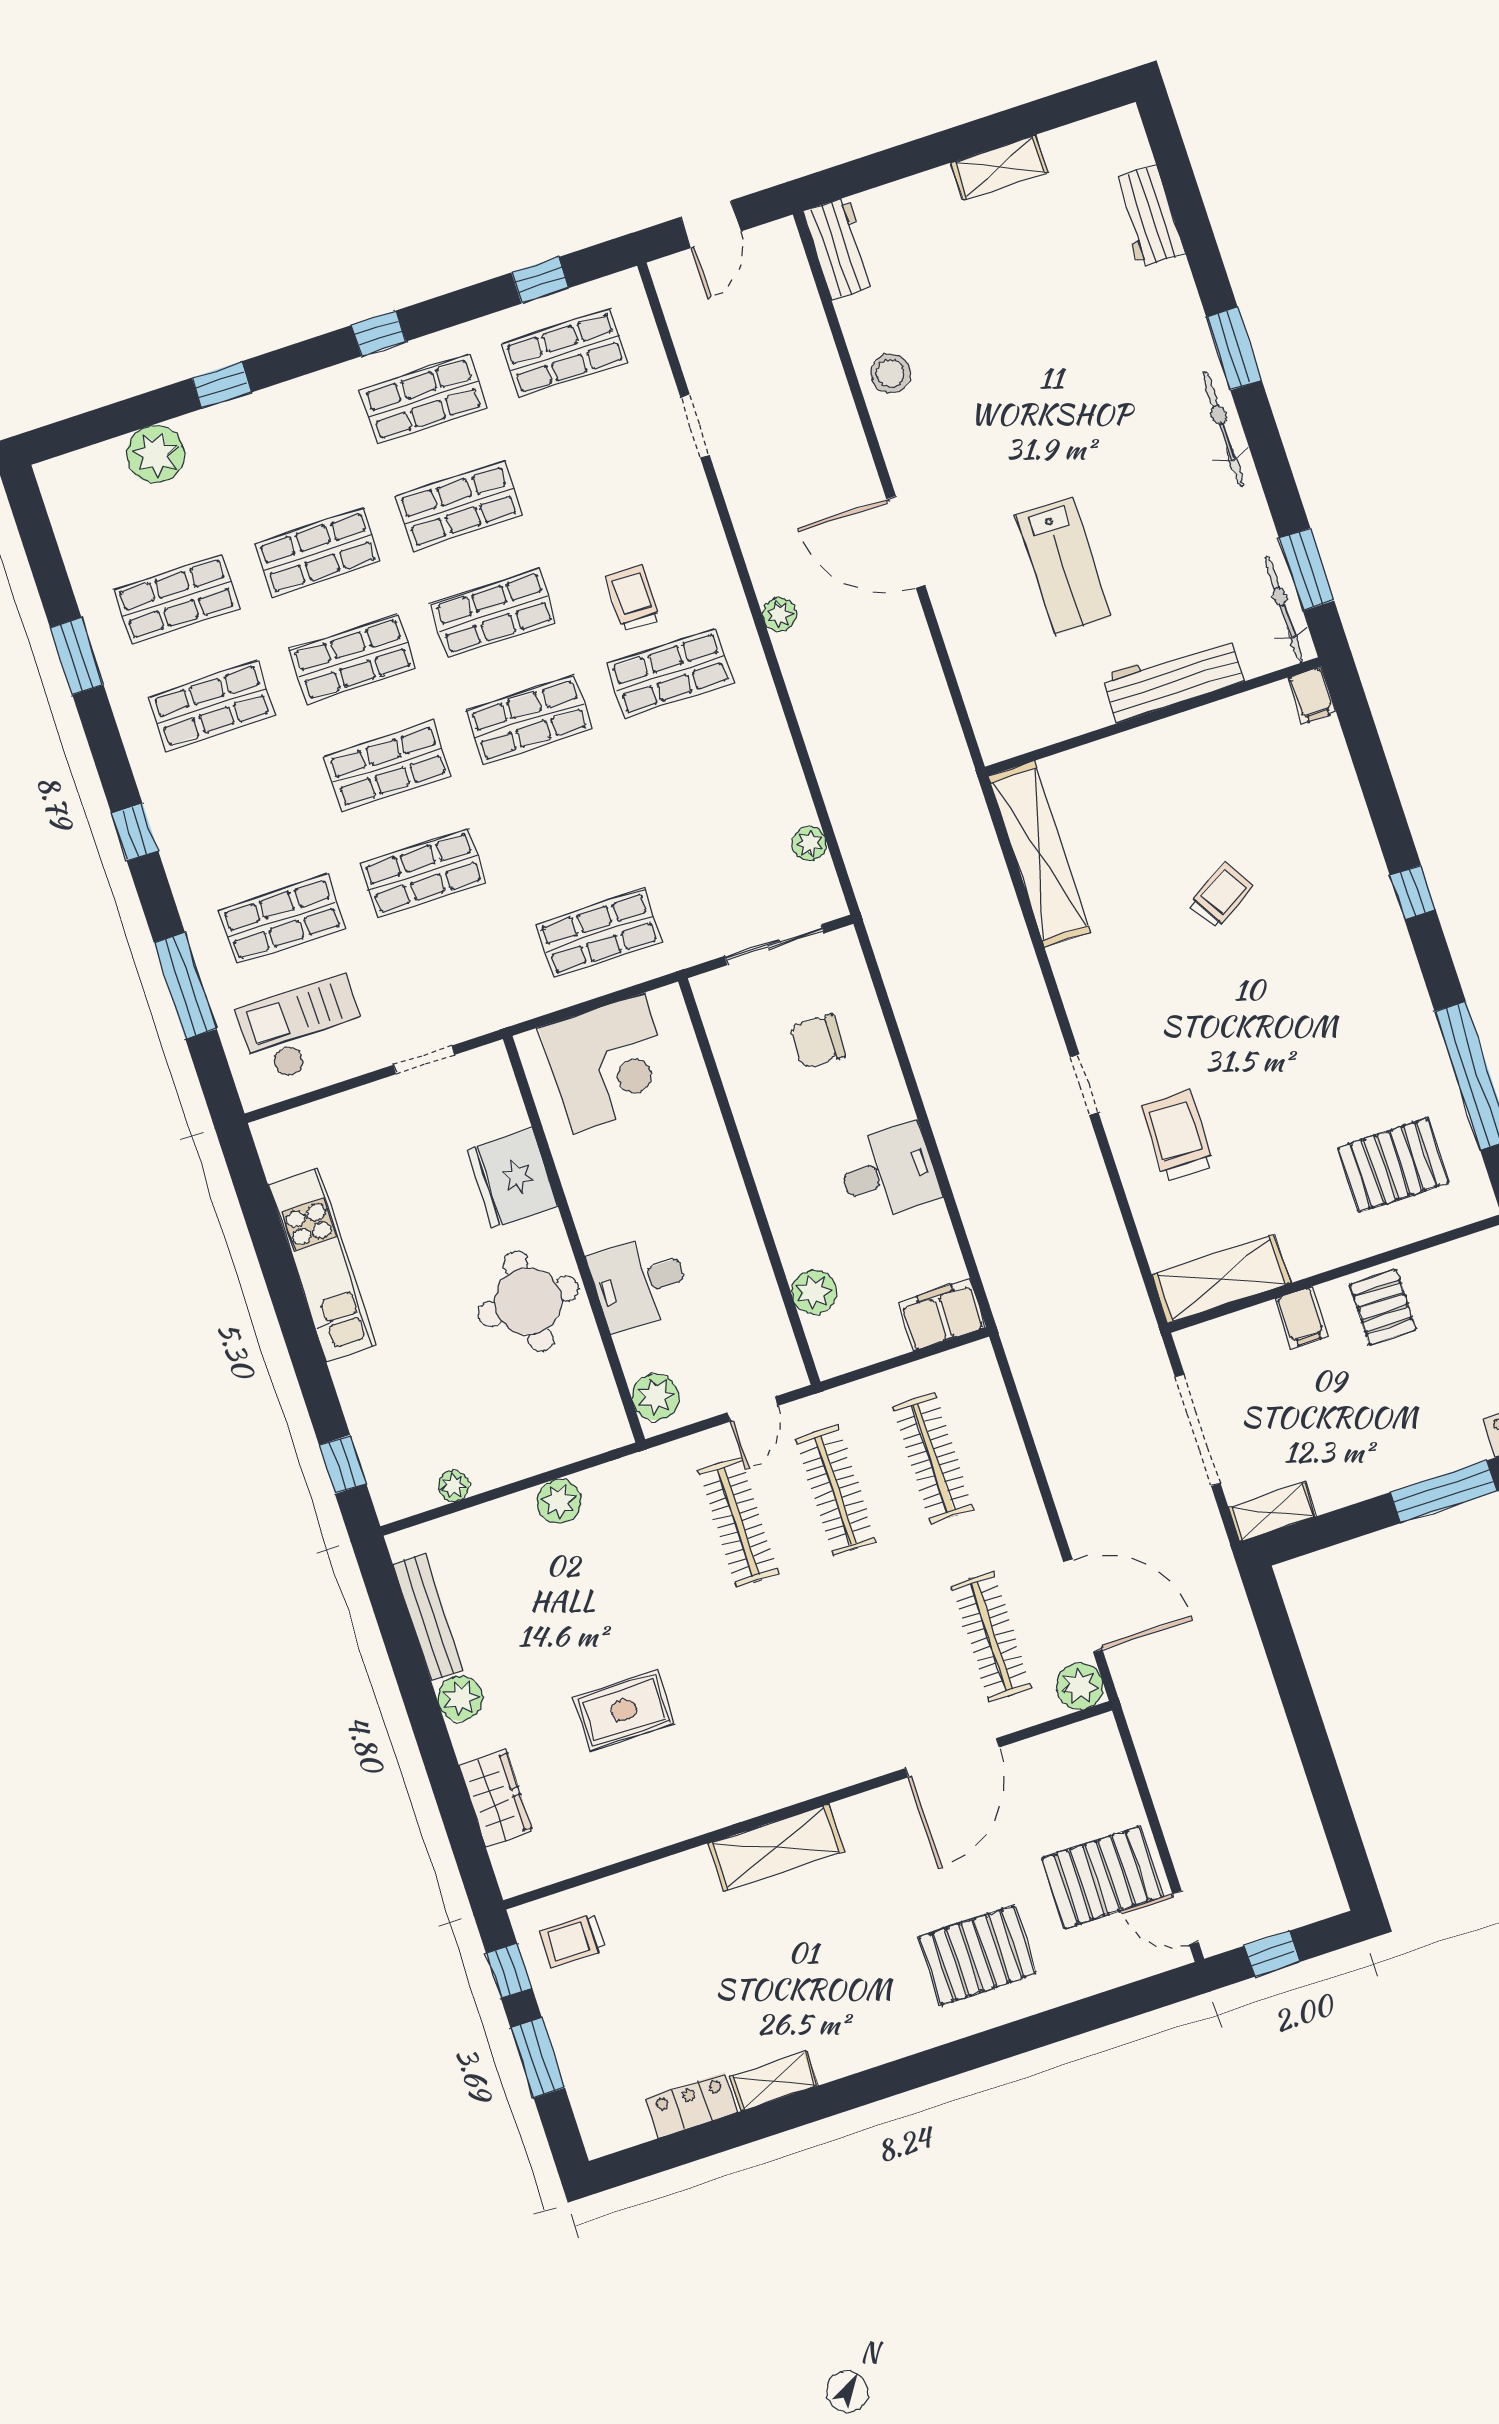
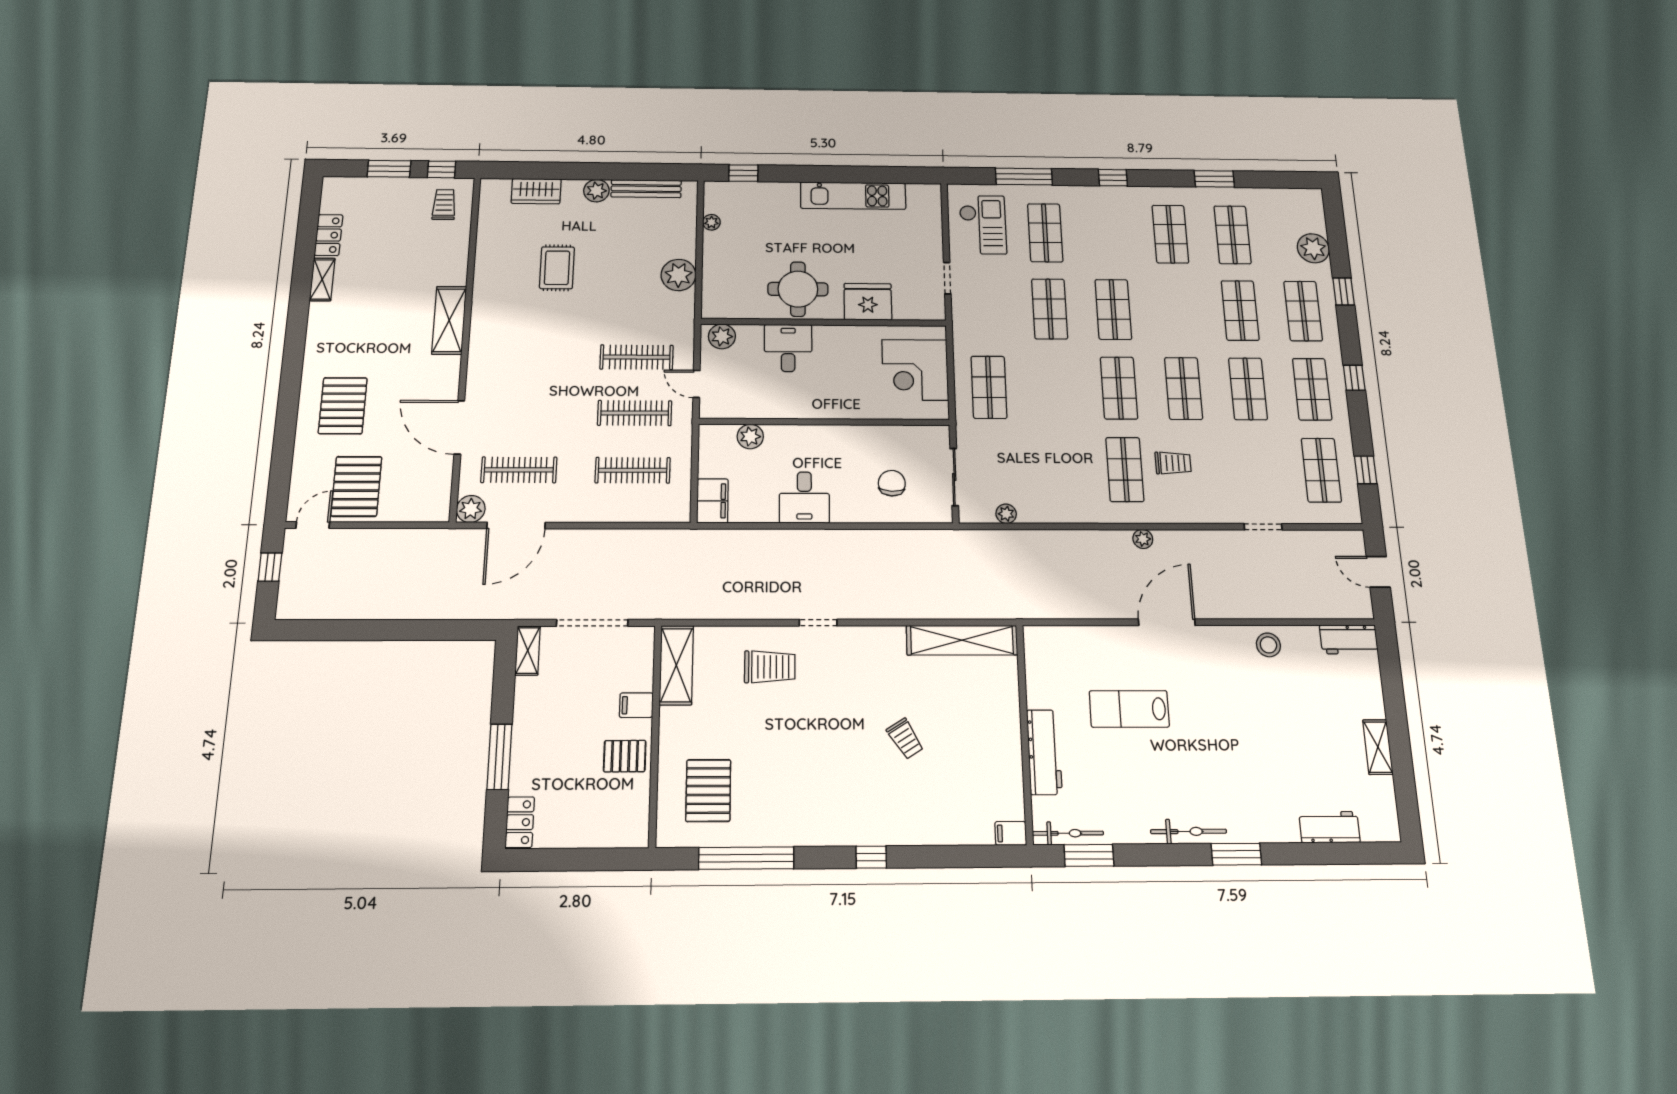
shop shelf: (353, 659) -> (1303, 311), moved
plant: (559, 1501) -> (679, 275), width x1.36, depth x1.36

